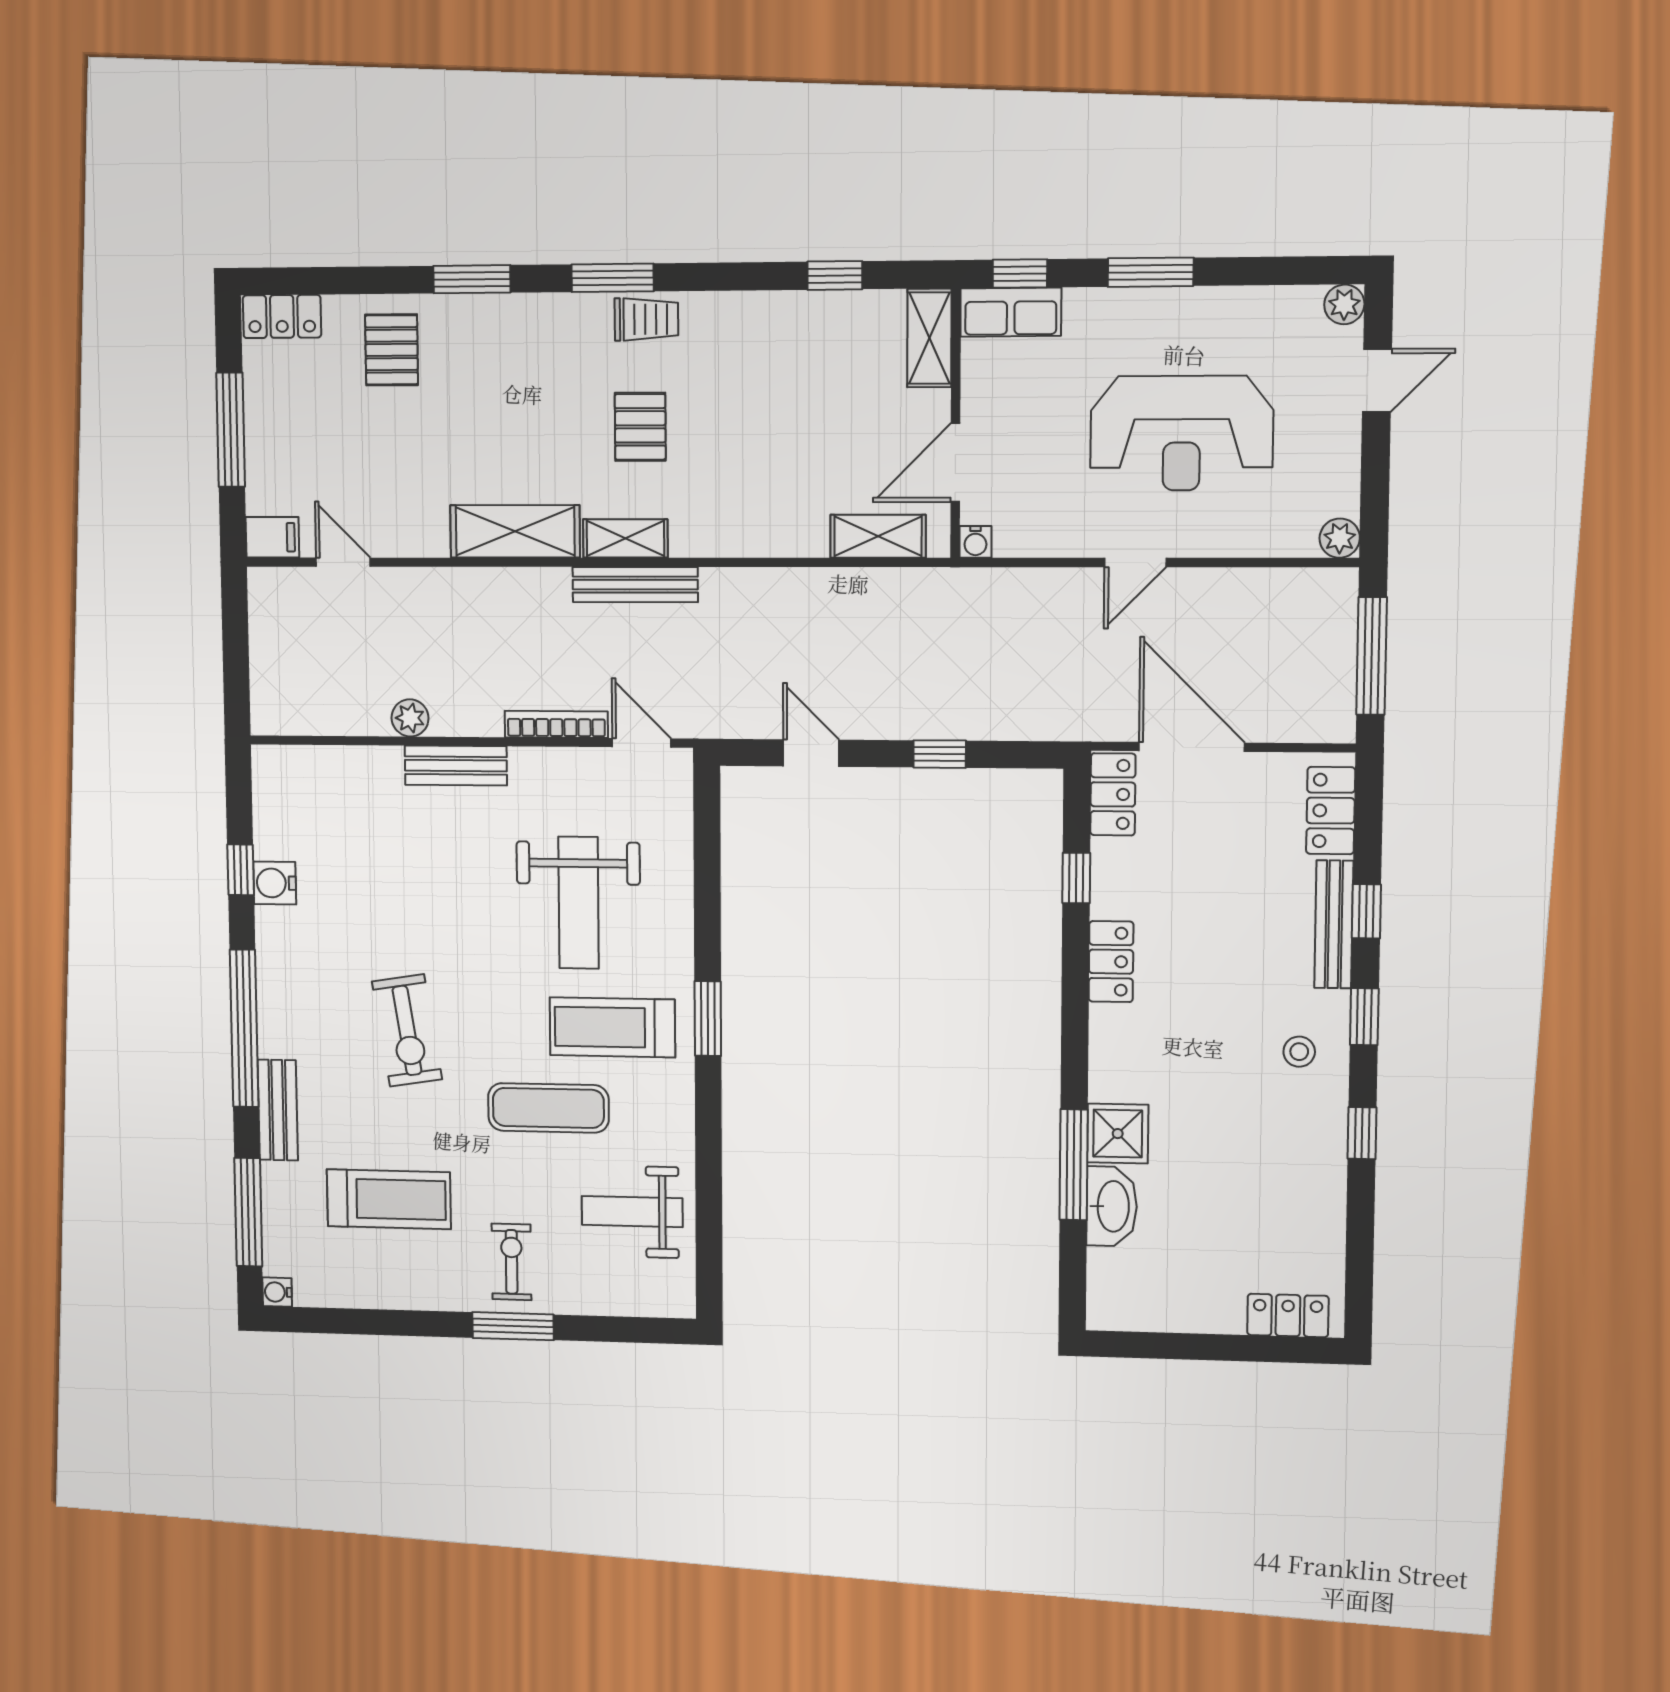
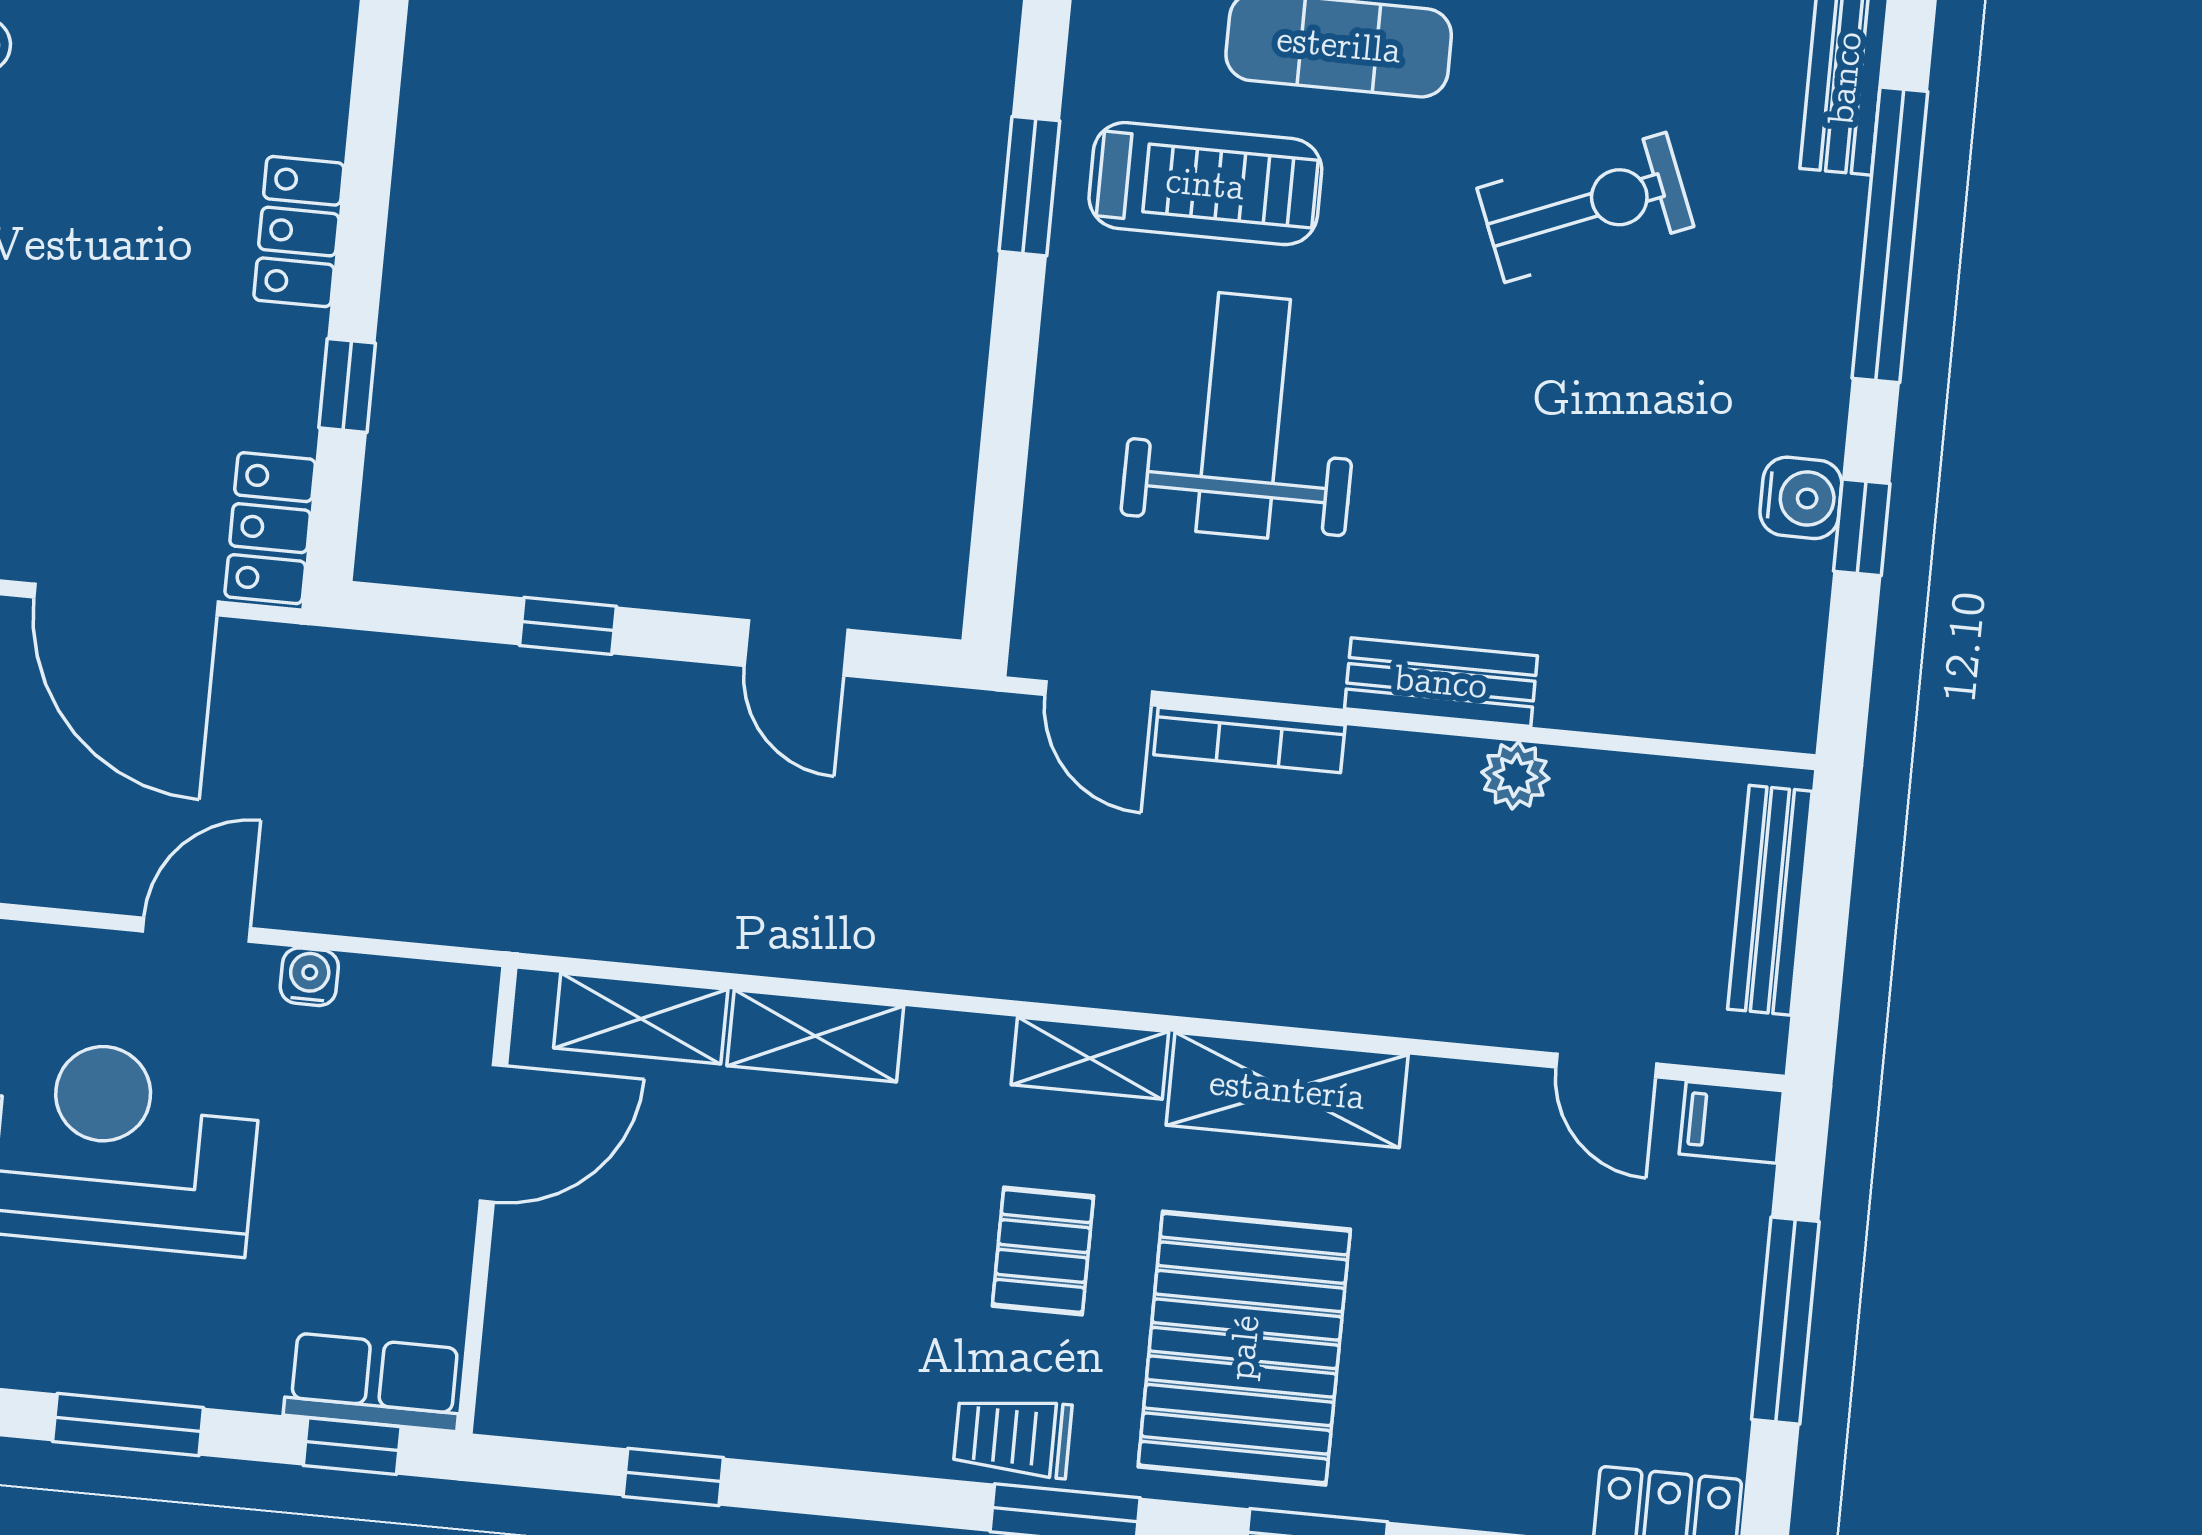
shelving: (929, 338) -> (815, 1036), moved, turned 90
pallet: (392, 350) -> (1244, 1348), moved, width x2.05, depth x2.00
water cooler: (975, 542) -> (309, 977), moved
bench: (635, 585) -> (1770, 900), moved, turned 90
exercise bike: (407, 1030) -> (1585, 207), turned 77

